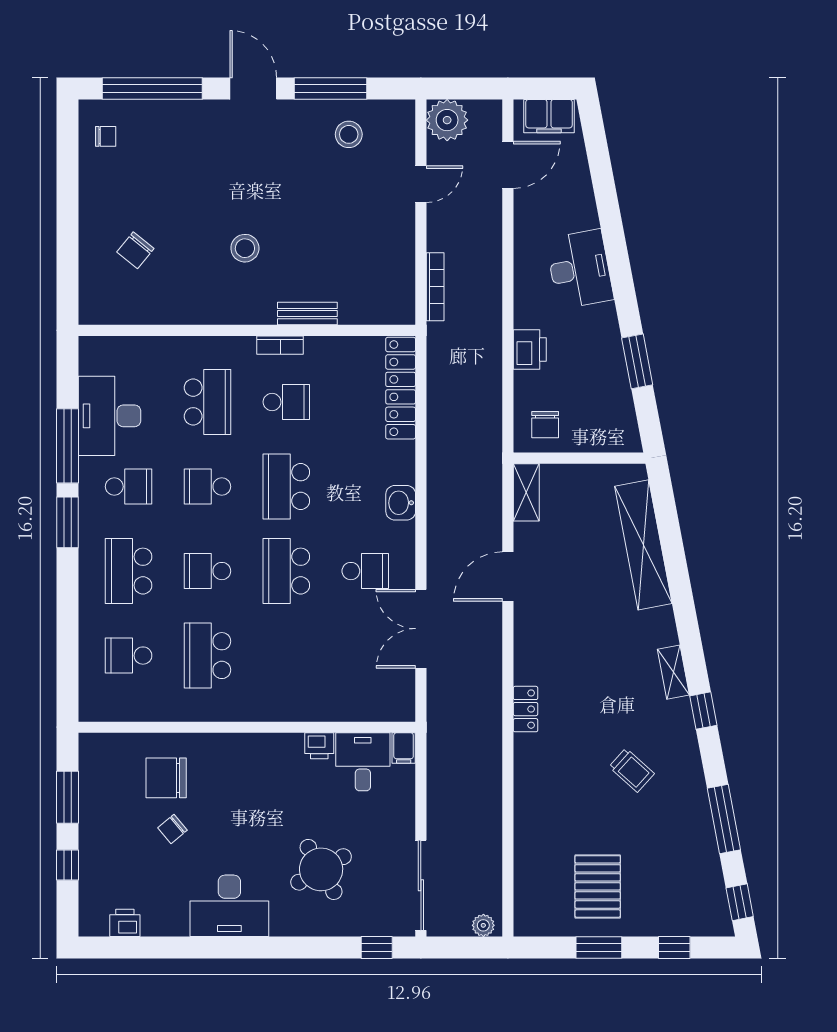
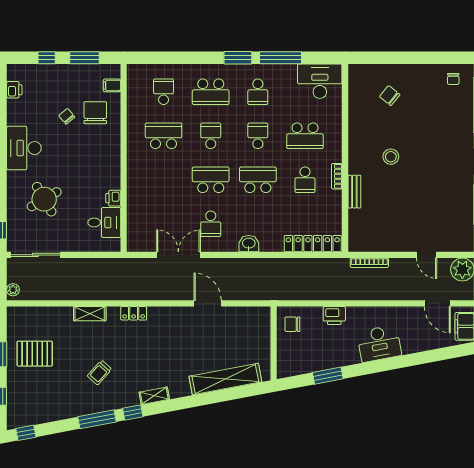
stool: (349, 134) -> (454, 215), removed
desk: (110, 416) -> (320, 81), moved
shelving: (526, 492) -> (90, 314), moved
school desk: (129, 571) -> (211, 92), turned 180
filing cabinet: (404, 748) -> (112, 85), moved
window: (724, 819) -> (97, 419), moved

